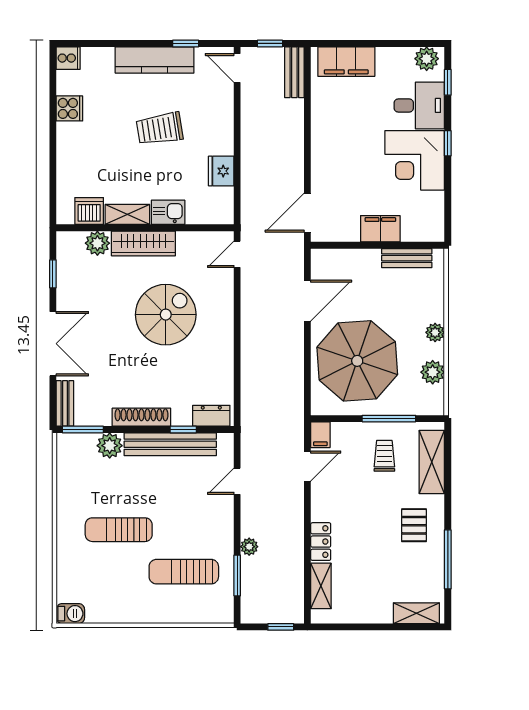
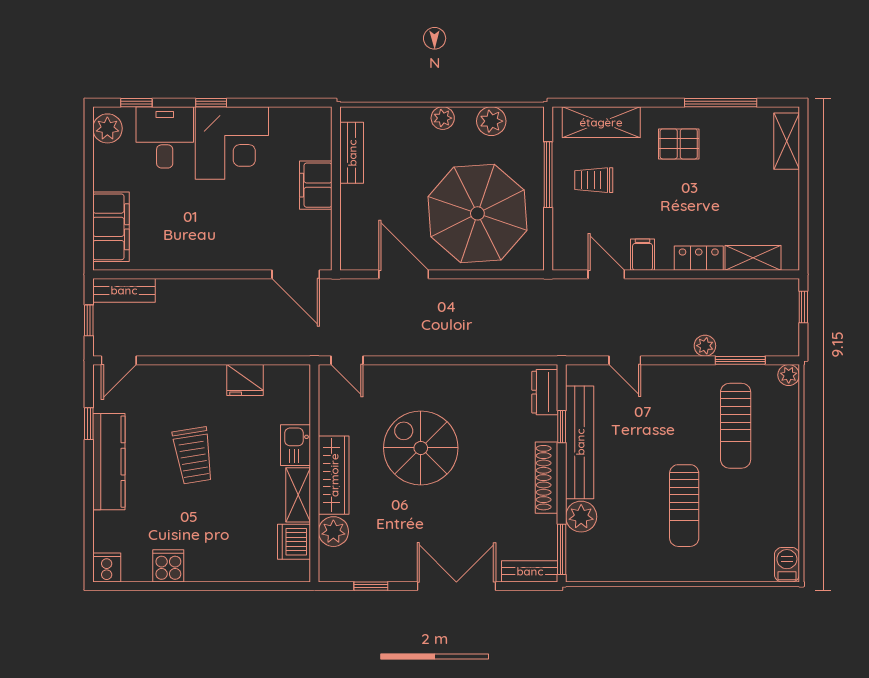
filing cabinet: (320, 435) -> (643, 255), moved, turned -90
plant: (225, 615) -> (789, 375), added

